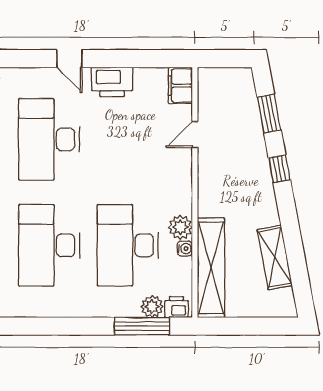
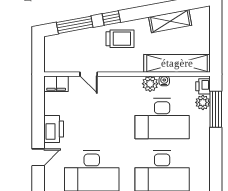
window: (269, 114) -> (75, 25), width x1.44
trolley: (248, 182) -> (120, 39), added

